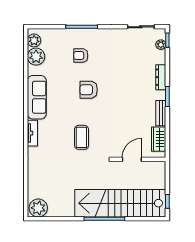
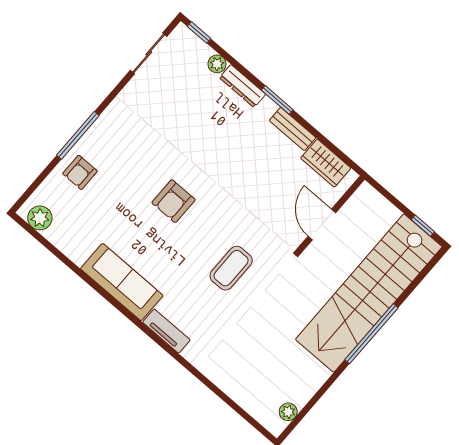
plant: (161, 45) -> (217, 64), moved
armchair: (81, 56) -> (80, 172), moved
plant: (36, 57) -> (65, 234), removed
coffee table: (81, 137) -> (231, 268), turned 90
plant: (38, 208) -> (288, 412), width x0.53, depth x0.53

